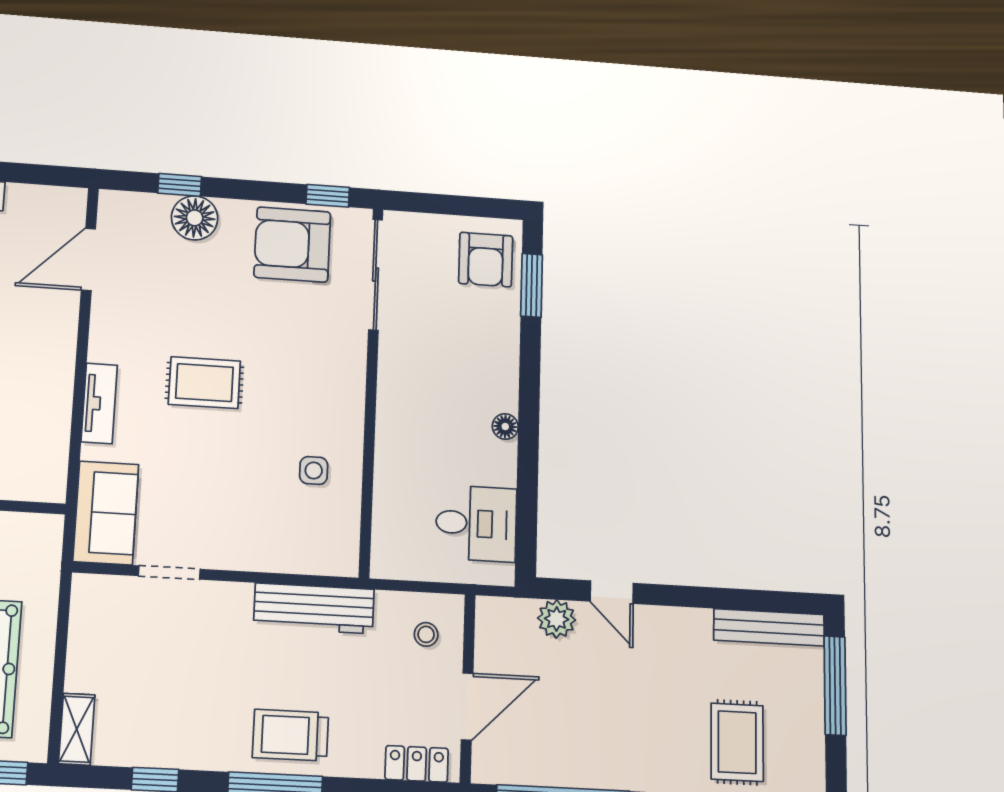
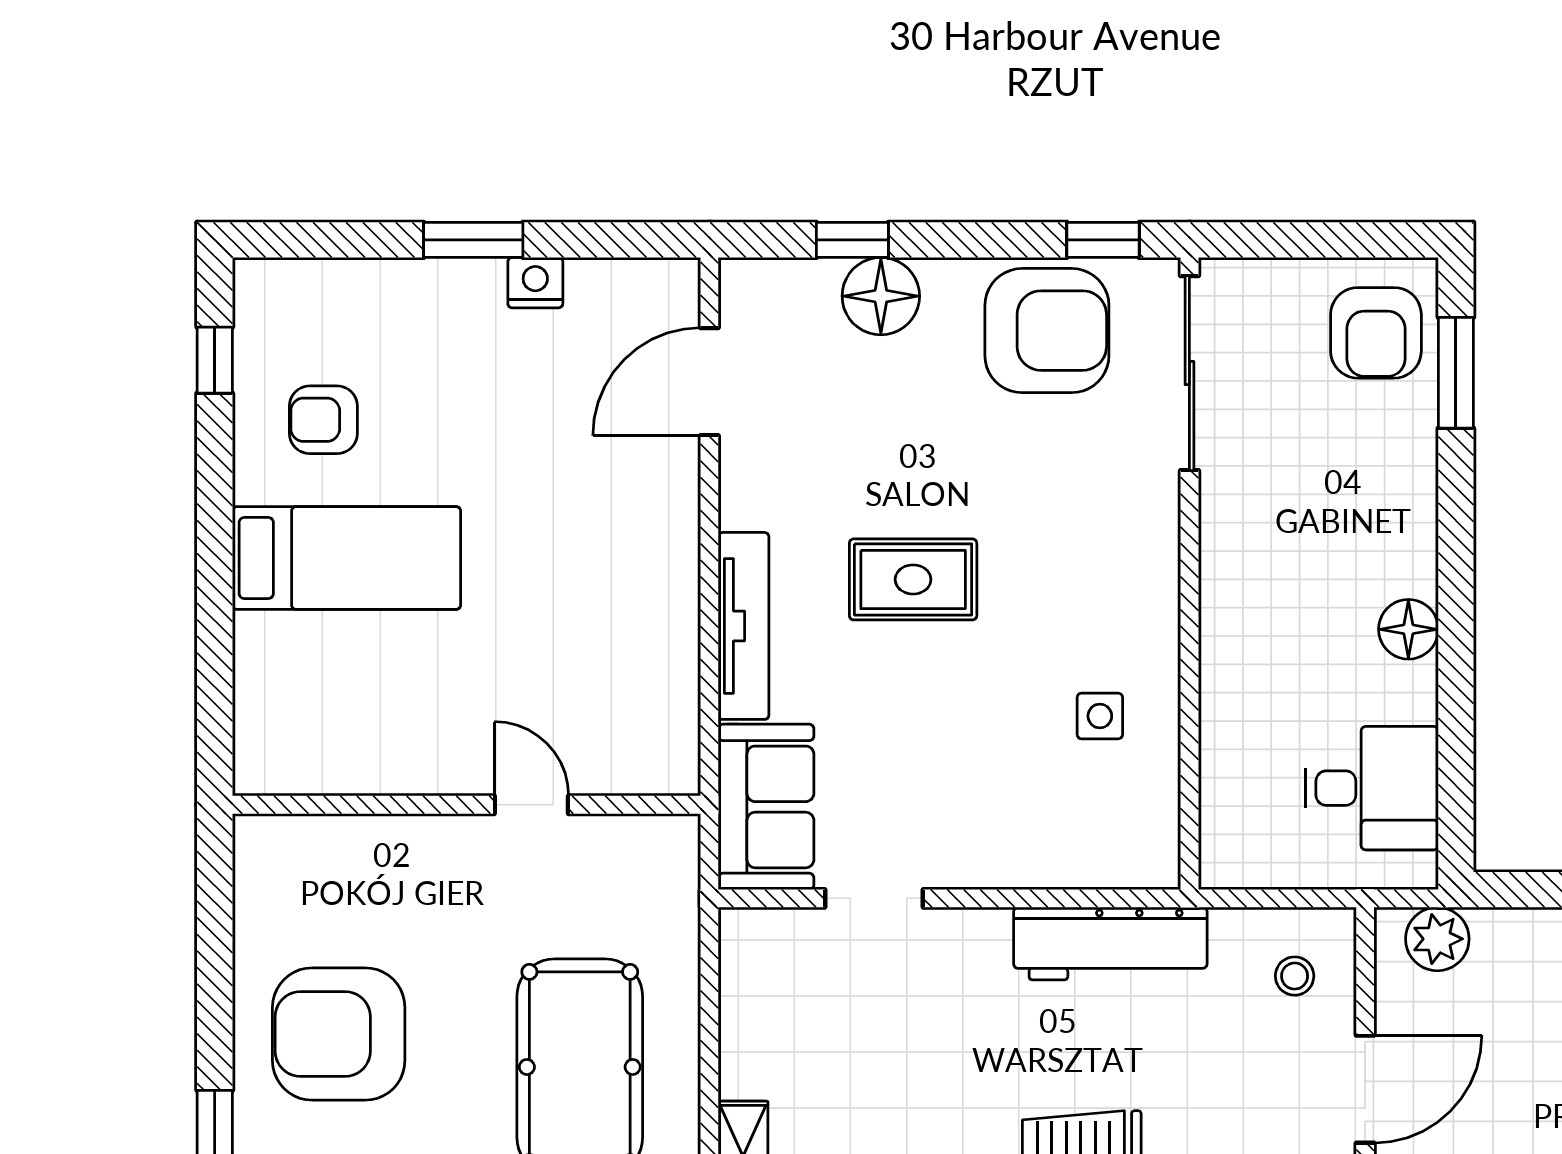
armchair: (292, 244) -> (1047, 331), turned 180
tv unit: (99, 403) -> (744, 626), width x1.41
floor lamp: (505, 427) -> (1408, 629), width x1.37, depth x1.37
plant: (557, 619) -> (1437, 939), moved

